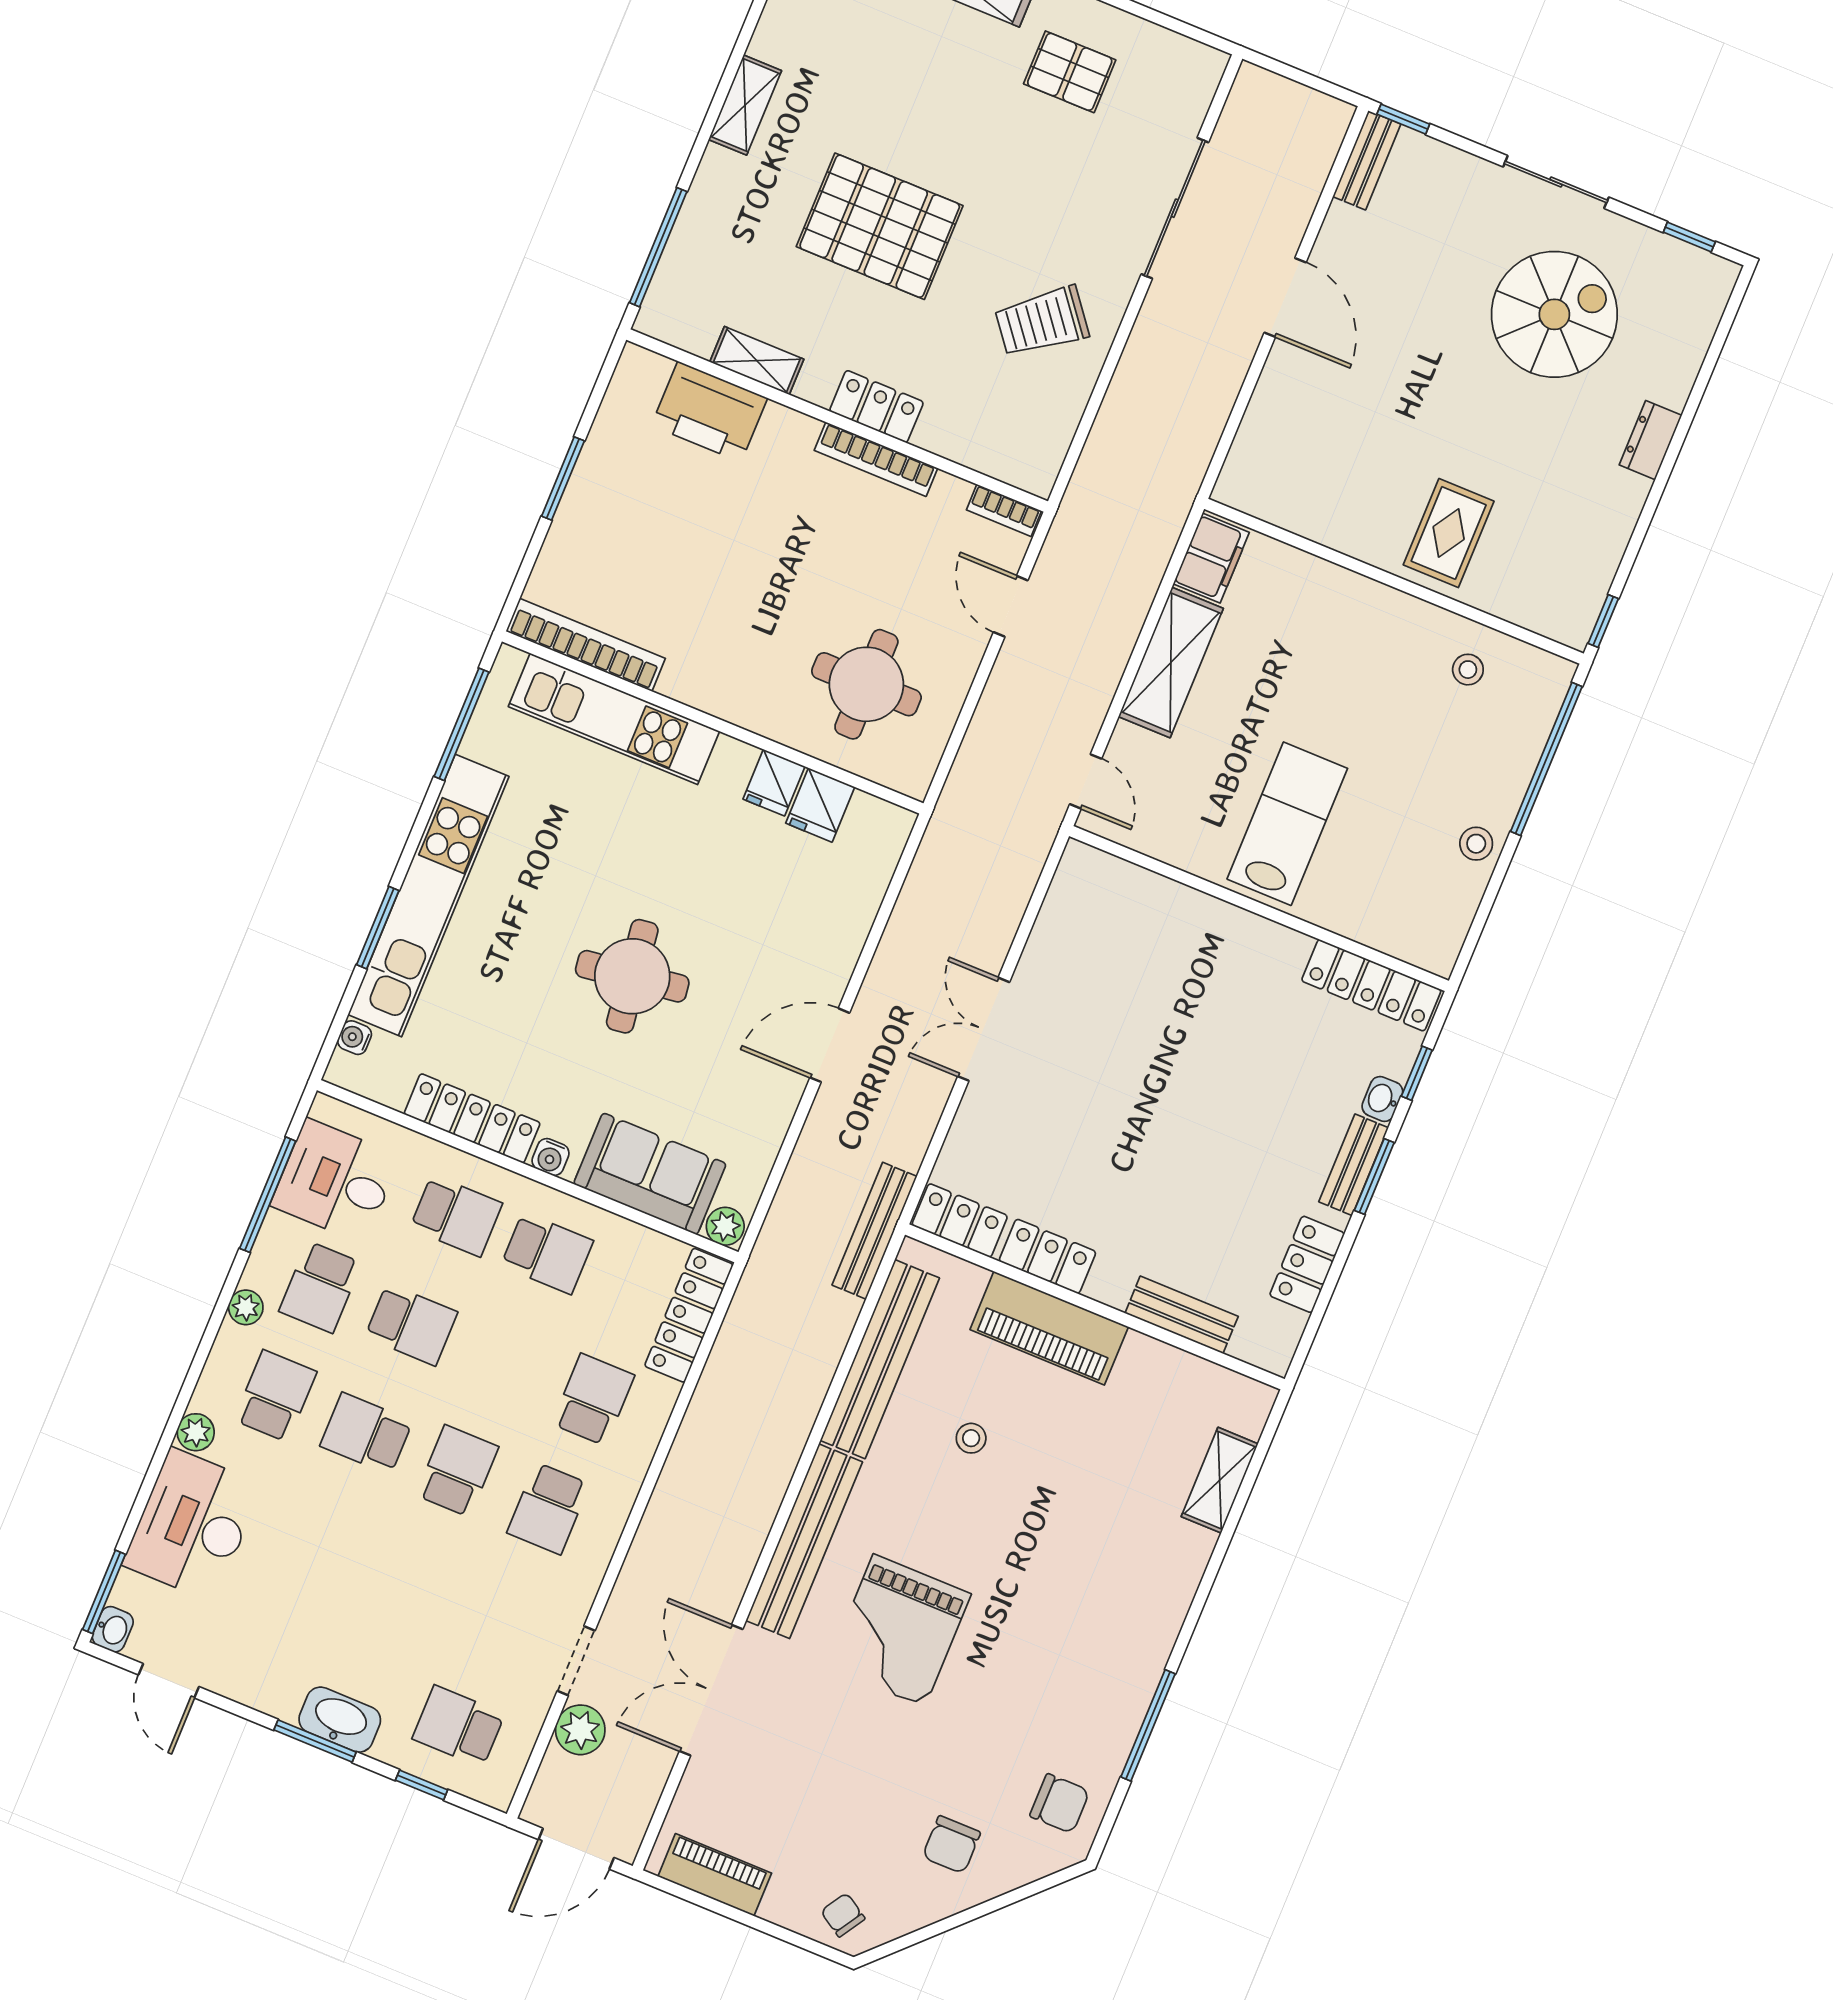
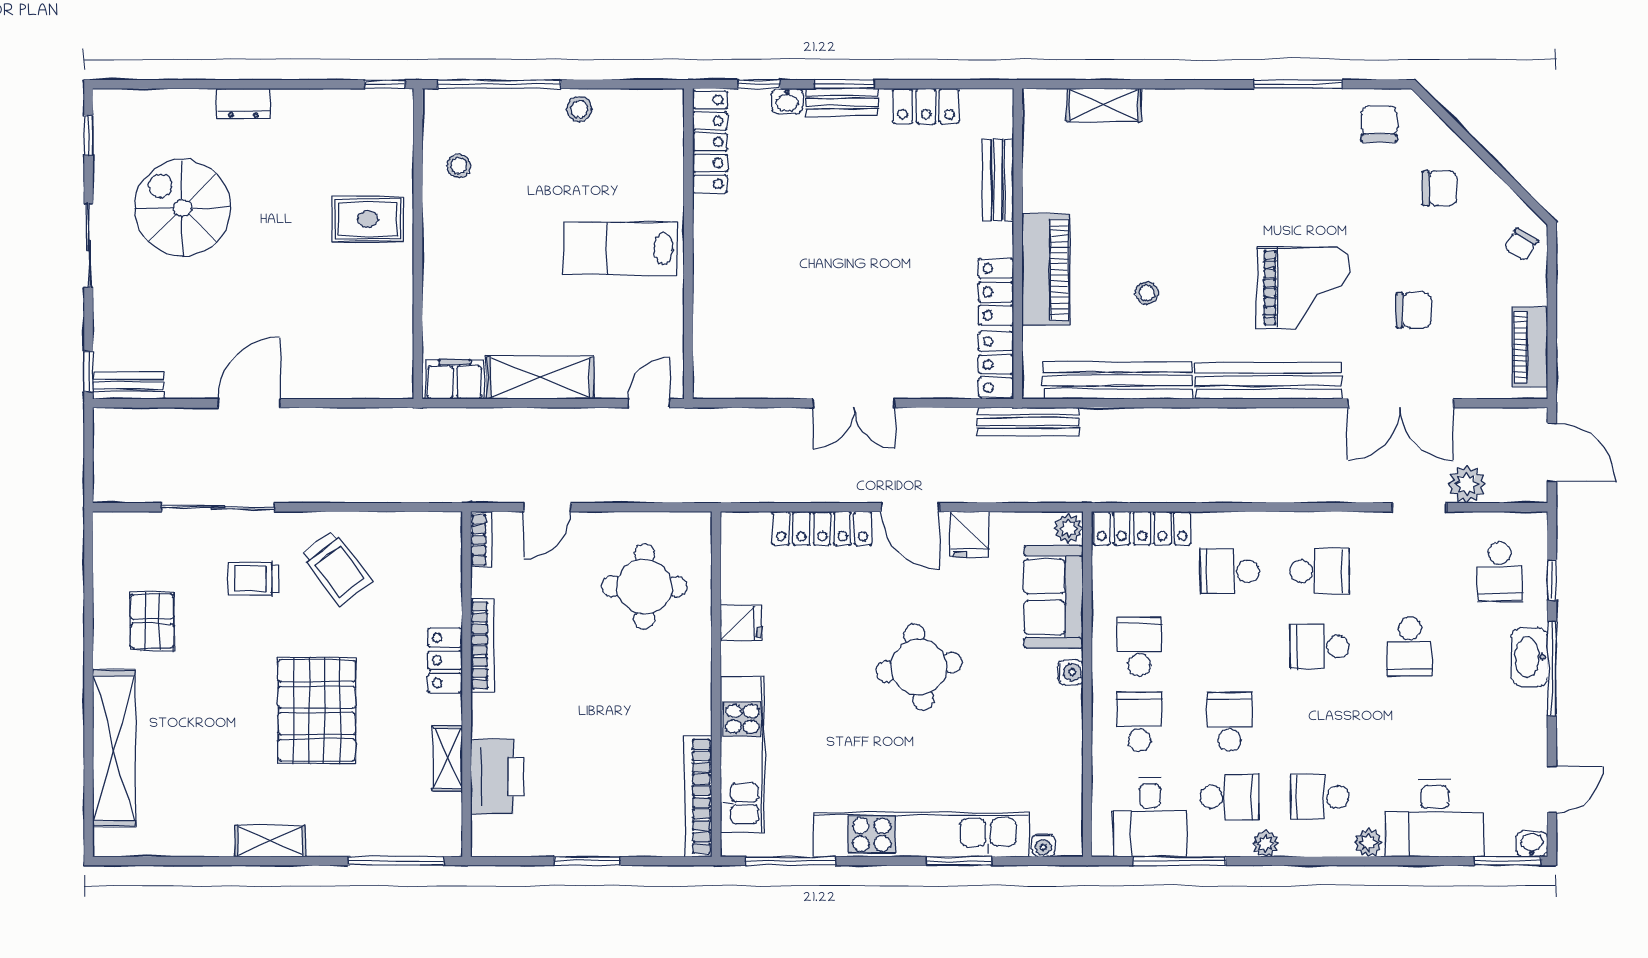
trolley: (1070, 215) -> (253, 579), added
fridge: (820, 805) -> (970, 534), moved, turned 90
locker: (472, 1118) -> (822, 528), moved, turned -90
school desk: (366, 1433) -> (1410, 647), moved
window: (315, 1741) -> (1552, 668), width x1.44
chair: (817, 1752) -> (1414, 310), added

